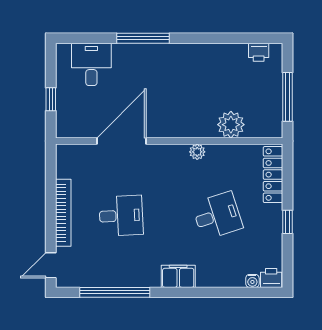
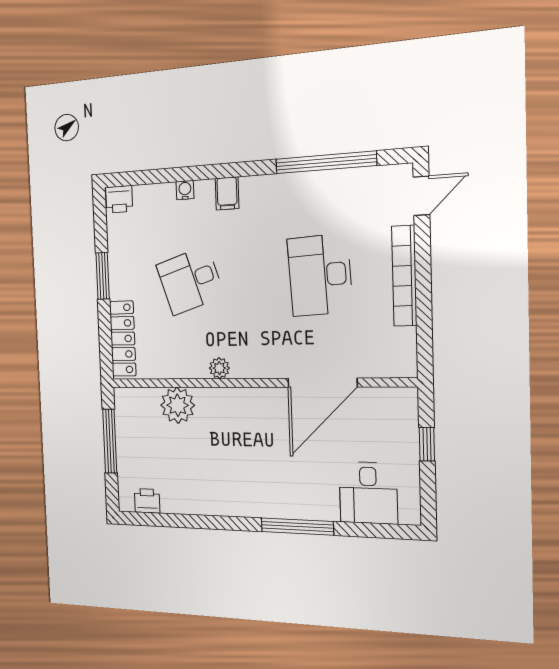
desk: (121, 216) -> (320, 275), width x1.37
window: (287, 222) -> (103, 276), width x1.50
filing cabinet: (178, 276) -> (227, 193), width x0.50
water cooler: (252, 281) -> (185, 190), moved

